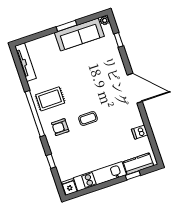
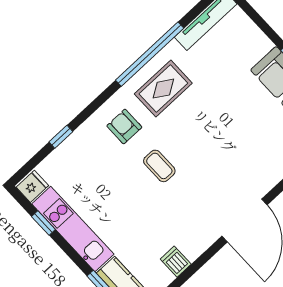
rug: (50, 99) -> (163, 89), turned 90
window: (35, 114) -> (150, 54), moved
window: (90, 190) -> (43, 223), added

